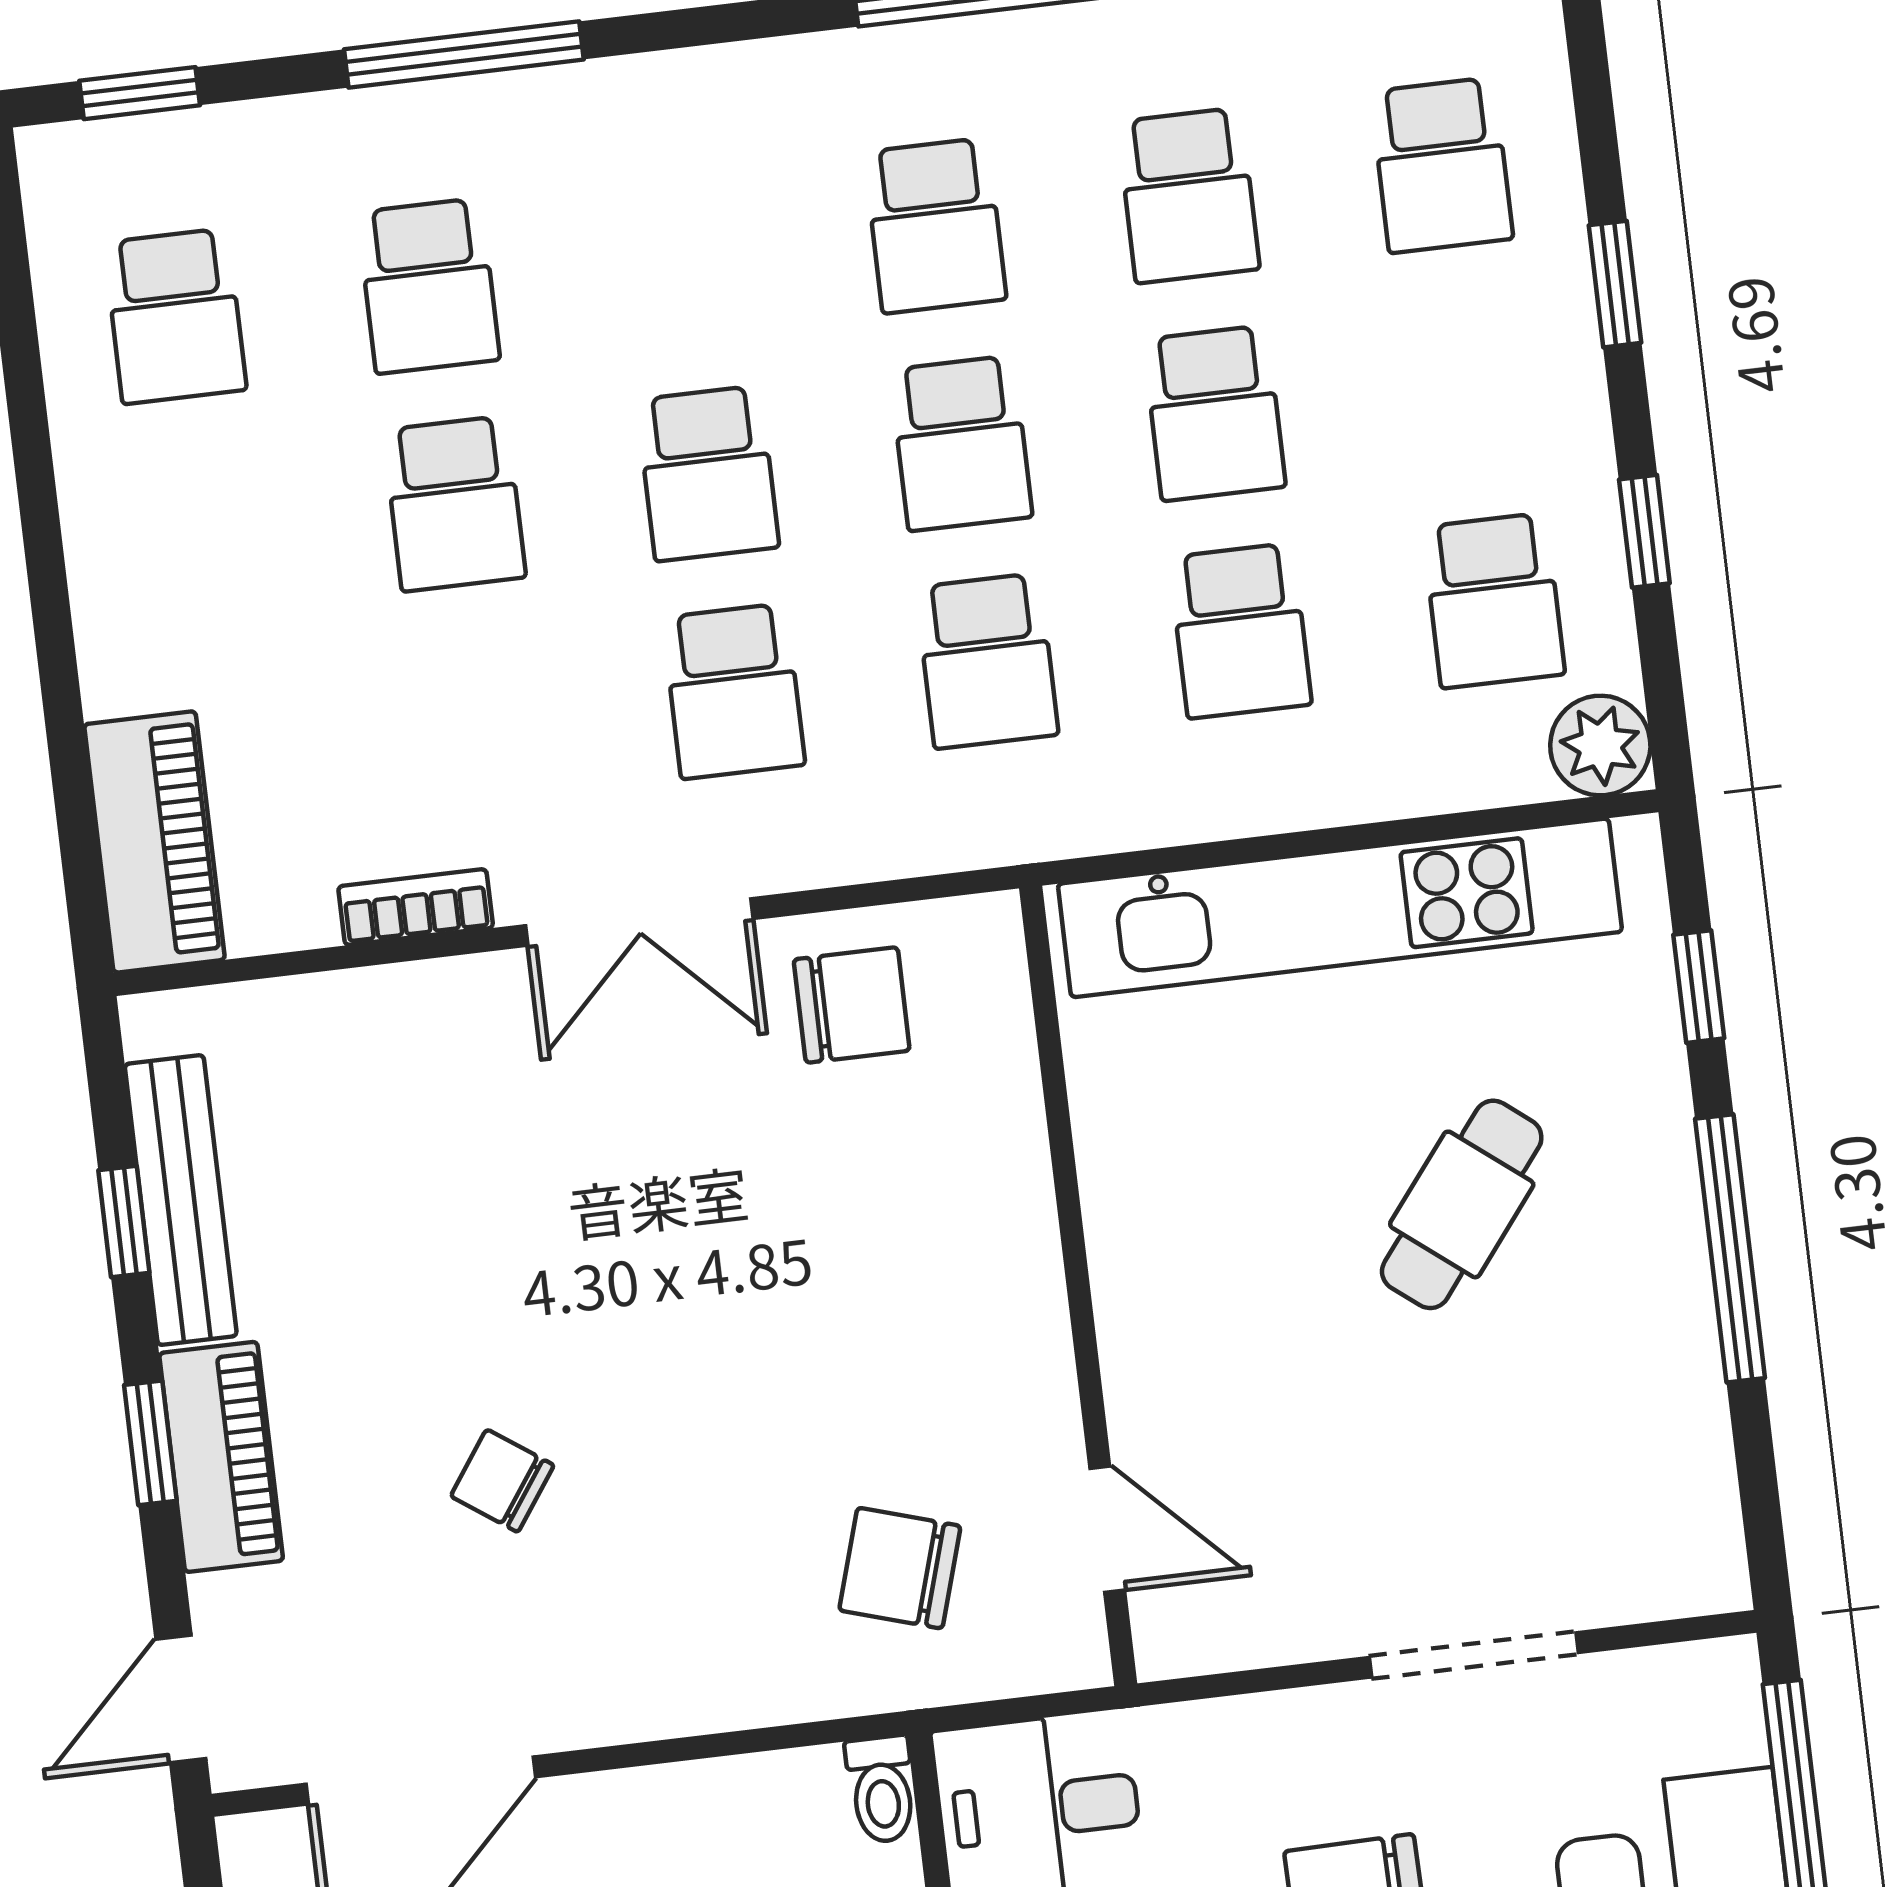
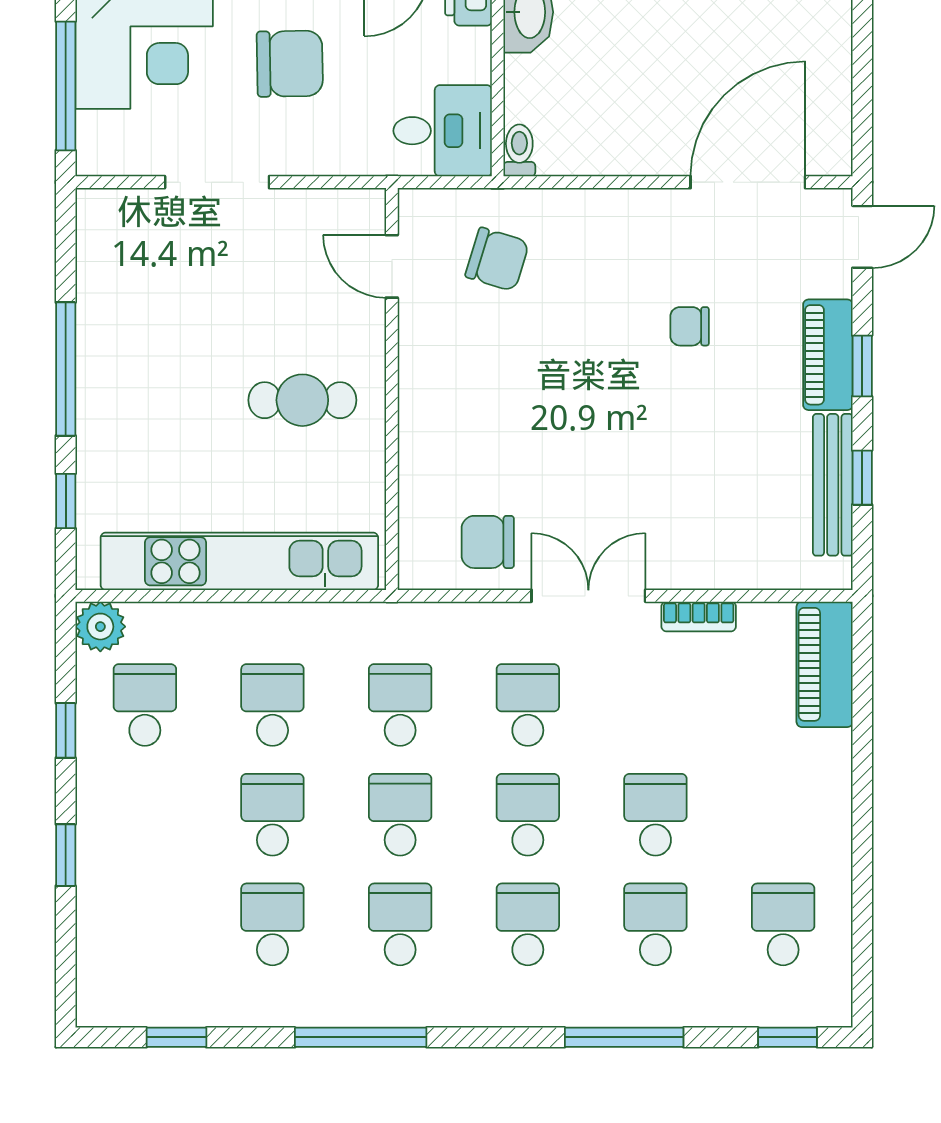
school desk: (1442, 165) -> (528, 924), moved
cafe table: (1462, 1204) -> (302, 400), moved, turned 52
chair: (502, 1481) -> (690, 326), turned 145

